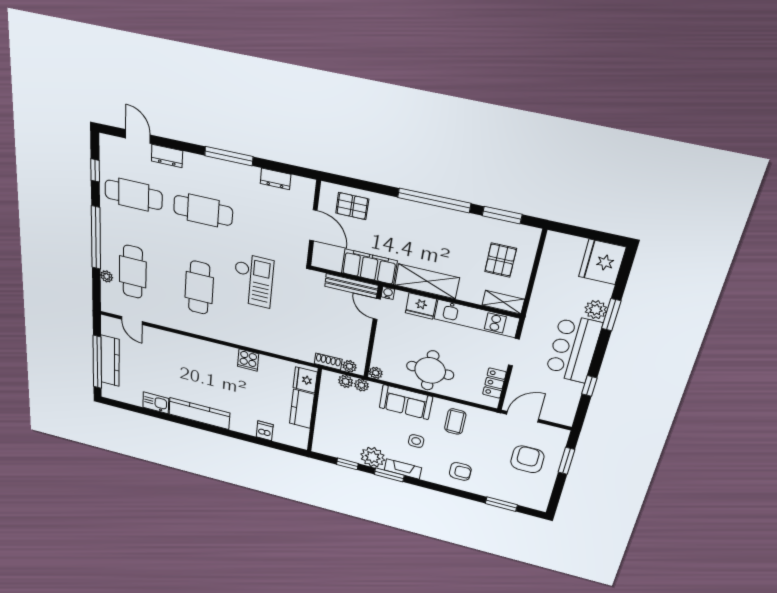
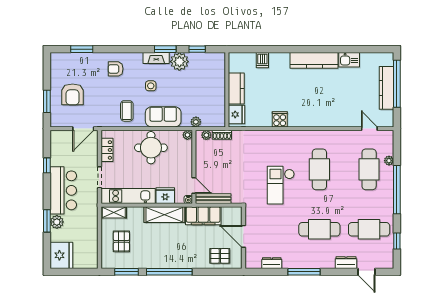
plant: (346, 381) -> (207, 122), removed

